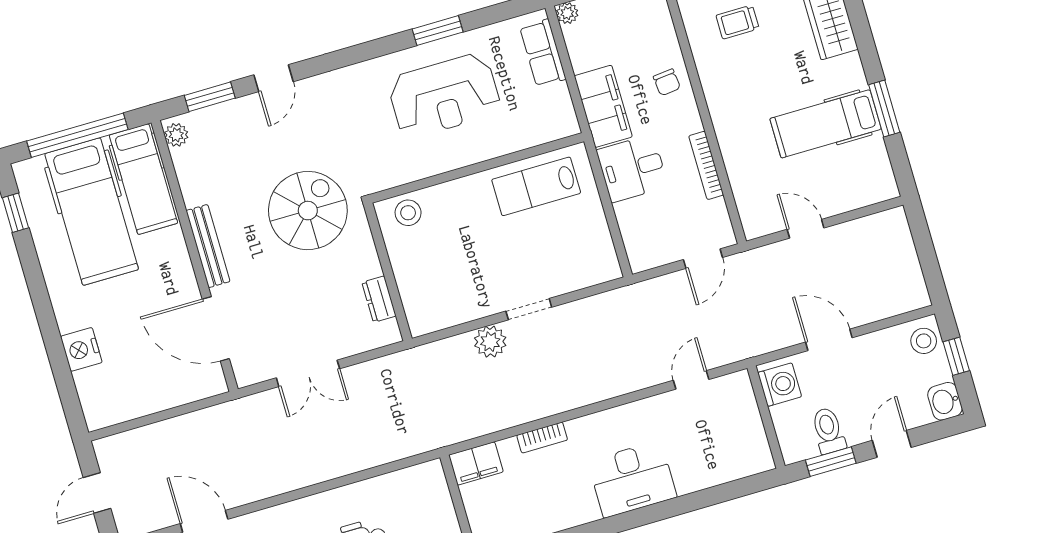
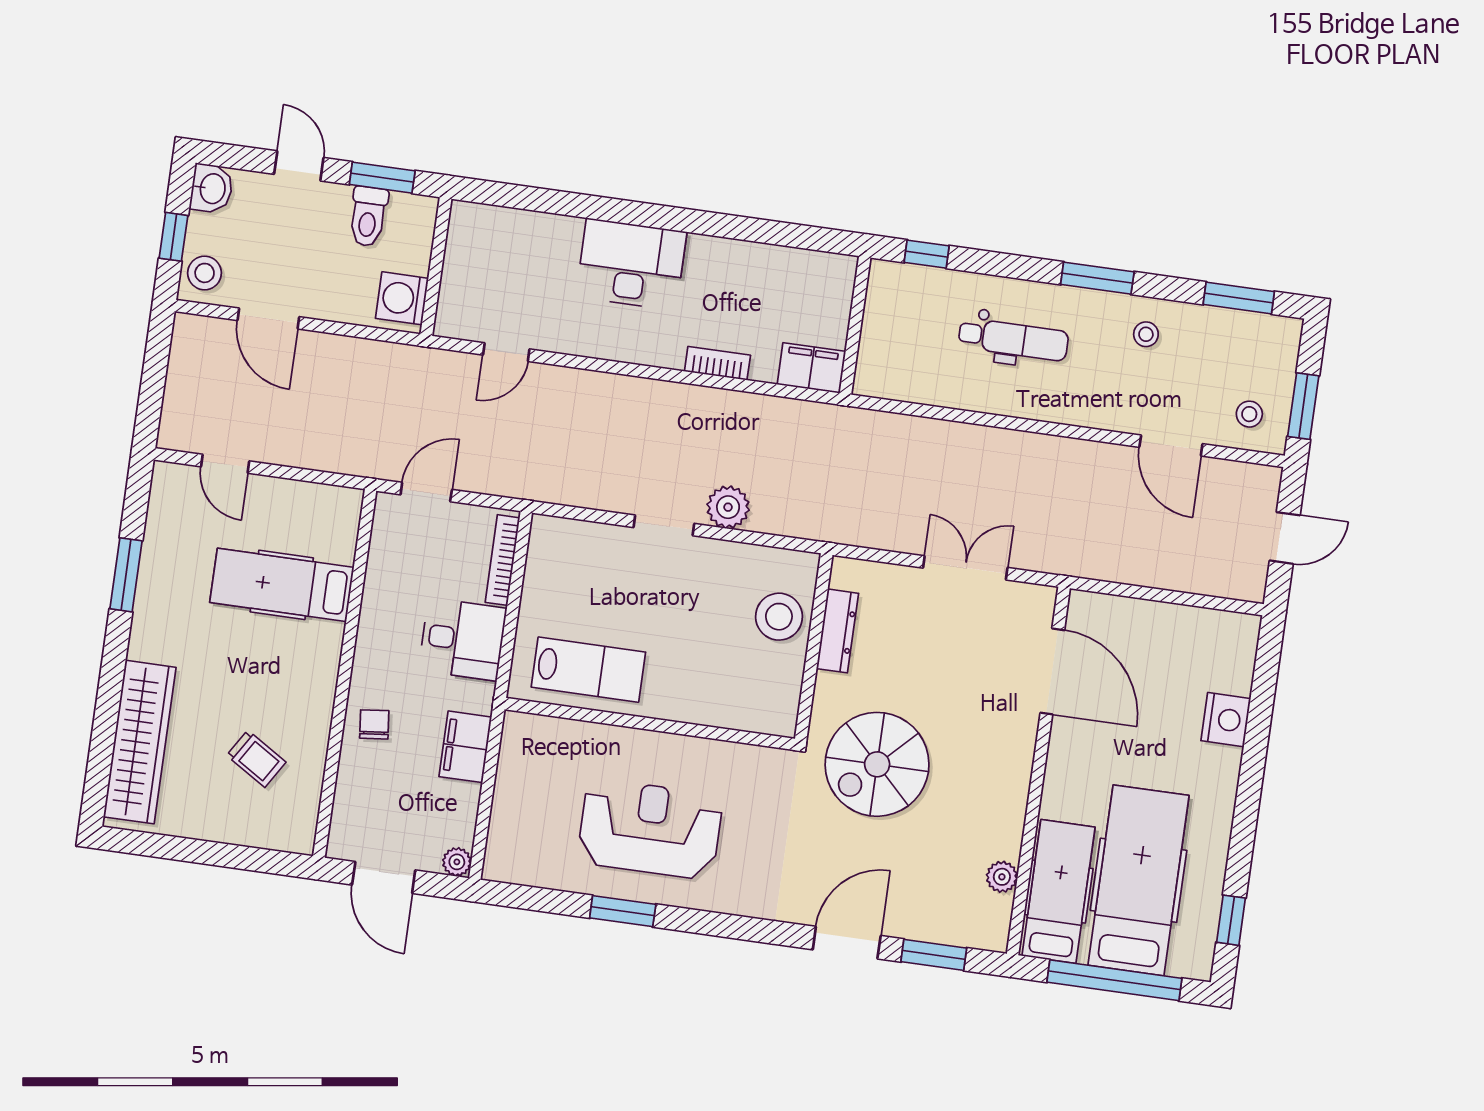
trolley: (737, 22) -> (256, 759), turned 32
row of seats: (543, 53) -> (508, 827), removed
door: (274, 78) -> (847, 943), width x1.38
filing cabinet: (603, 106) -> (465, 747), width x0.67, depth x0.86
hospital bed: (826, 124) -> (282, 585), moved, turned 180
plant: (176, 135) -> (1002, 877), moved
bookcase: (706, 165) -> (502, 560), moved, turned 180
stool: (408, 213) -> (779, 617), moved, width x1.38, depth x1.38
door: (806, 229) -> (225, 464), moved
bench: (208, 246) -> (1017, 776), removed
dresser: (379, 299) -> (837, 631), width x1.44
door: (829, 340) -> (268, 319), moved
door: (892, 444) -> (299, 166), swing flipped

